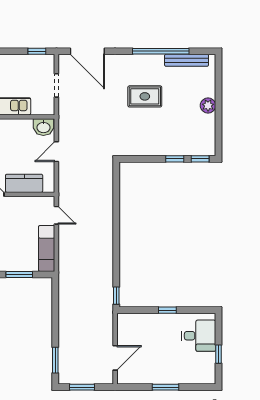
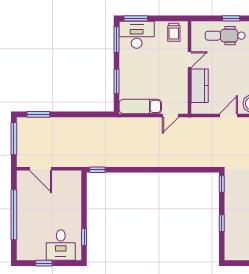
door: (56, 152) -> (228, 115), hinge flipped
window: (200, 159) -> (222, 184), moved
window: (167, 310) -> (84, 237), moved
window: (82, 387) -> (14, 139), width x1.44
window: (166, 387) -> (14, 215), width x2.11

